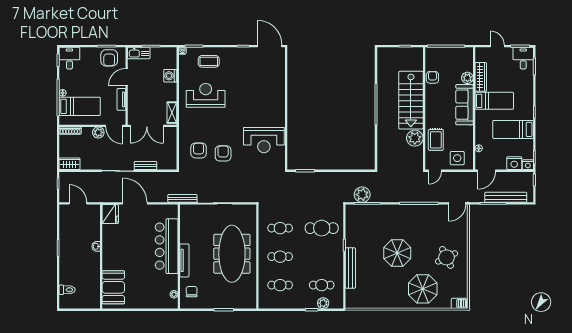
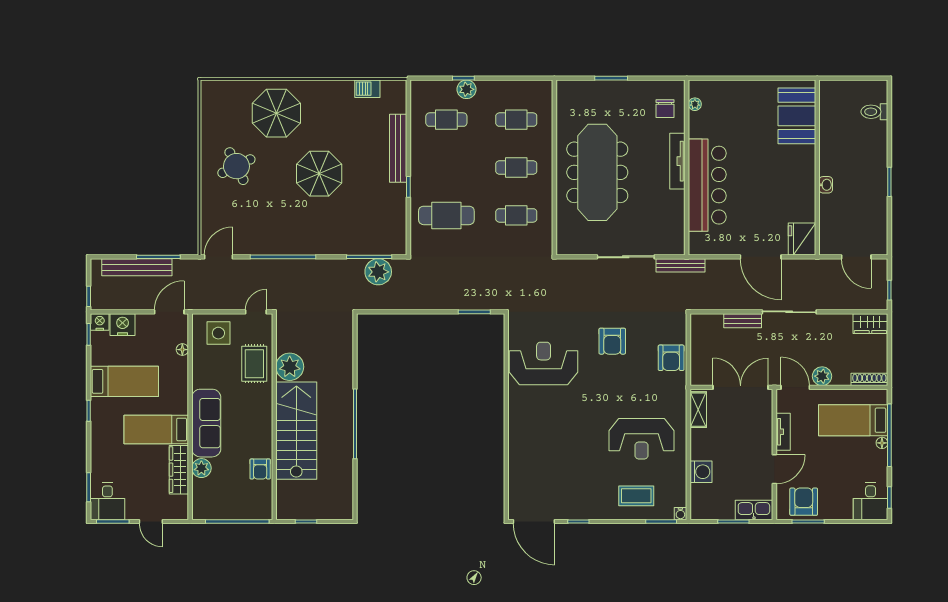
armchair: (199, 150) -> (671, 358), moved
plant: (323, 303) -> (466, 89), moved
barbecue: (459, 303) -> (367, 89), moved

